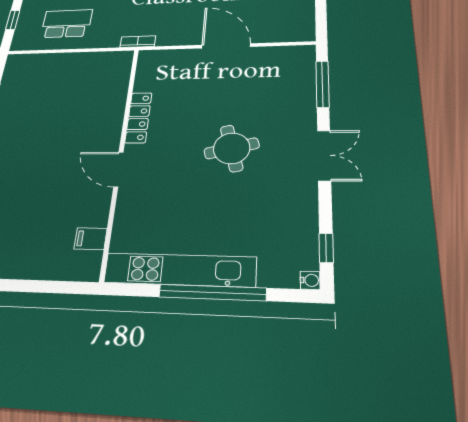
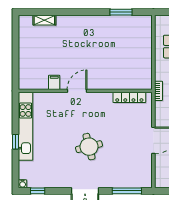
locker: (138, 118) -> (129, 97), moved
filing cabinet: (91, 239) -> (54, 82), moved
window: (212, 293) -> (15, 142), width x0.32

